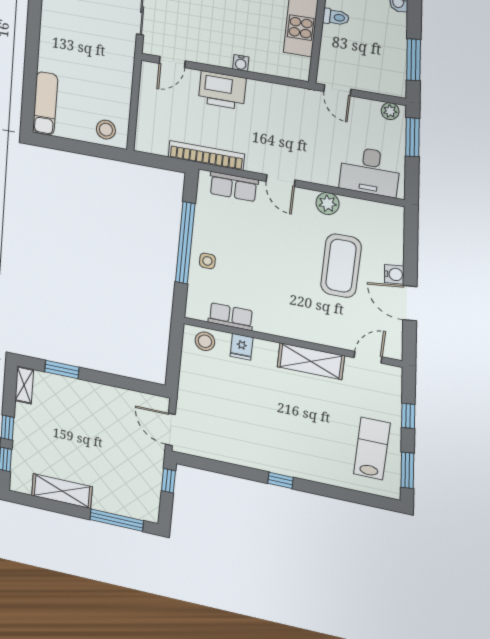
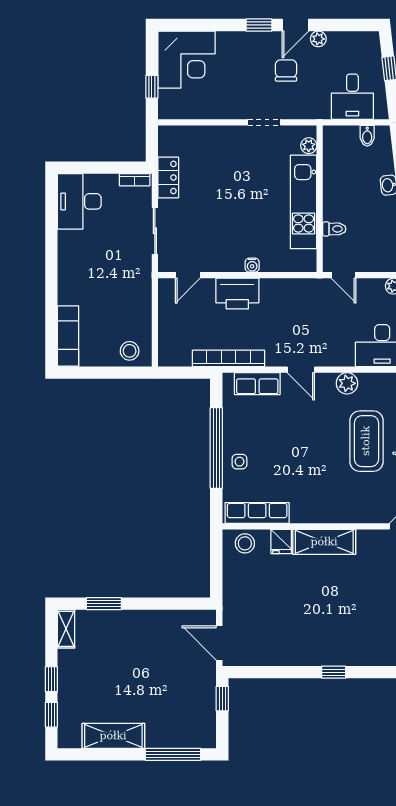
toilet: (336, 17) -> (334, 229), moved
row of seats: (231, 317) -> (257, 513), width x1.48
shelving: (311, 361) -> (324, 542), moved

